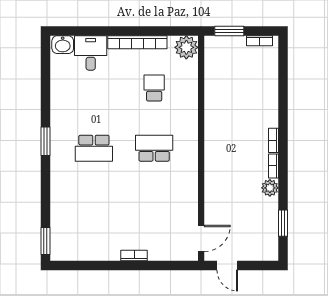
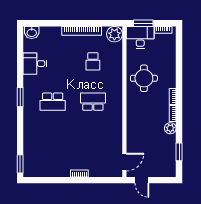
desk: (225, 52) -> (140, 37), added
desk: (91, 53) -> (35, 64), moved, turned -90
school desk: (154, 88) -> (93, 61), turned 180
round table: (230, 113) -> (144, 78), added

